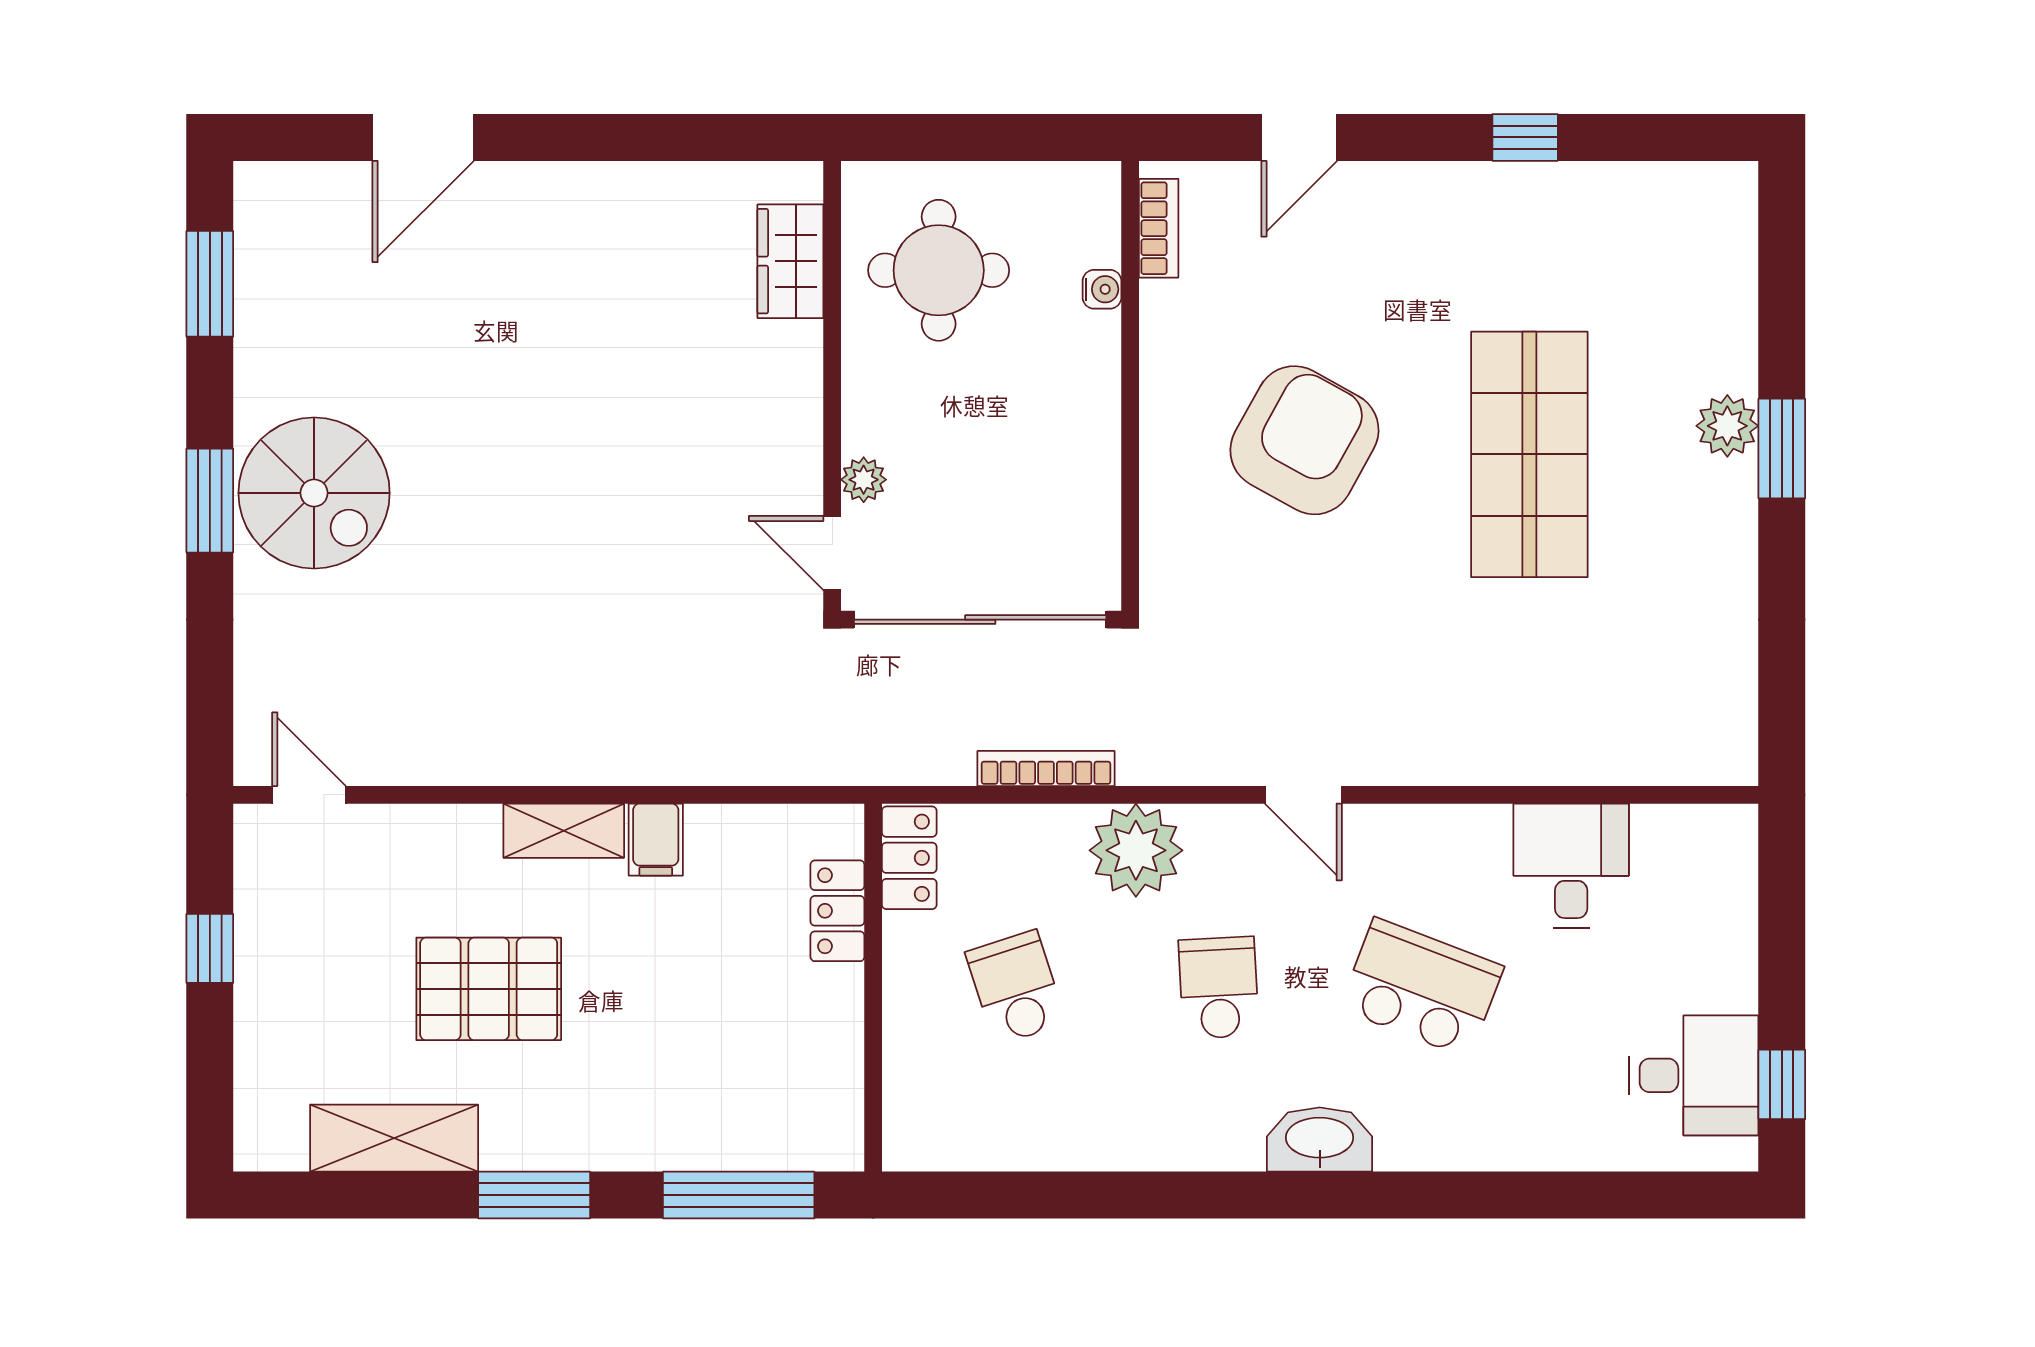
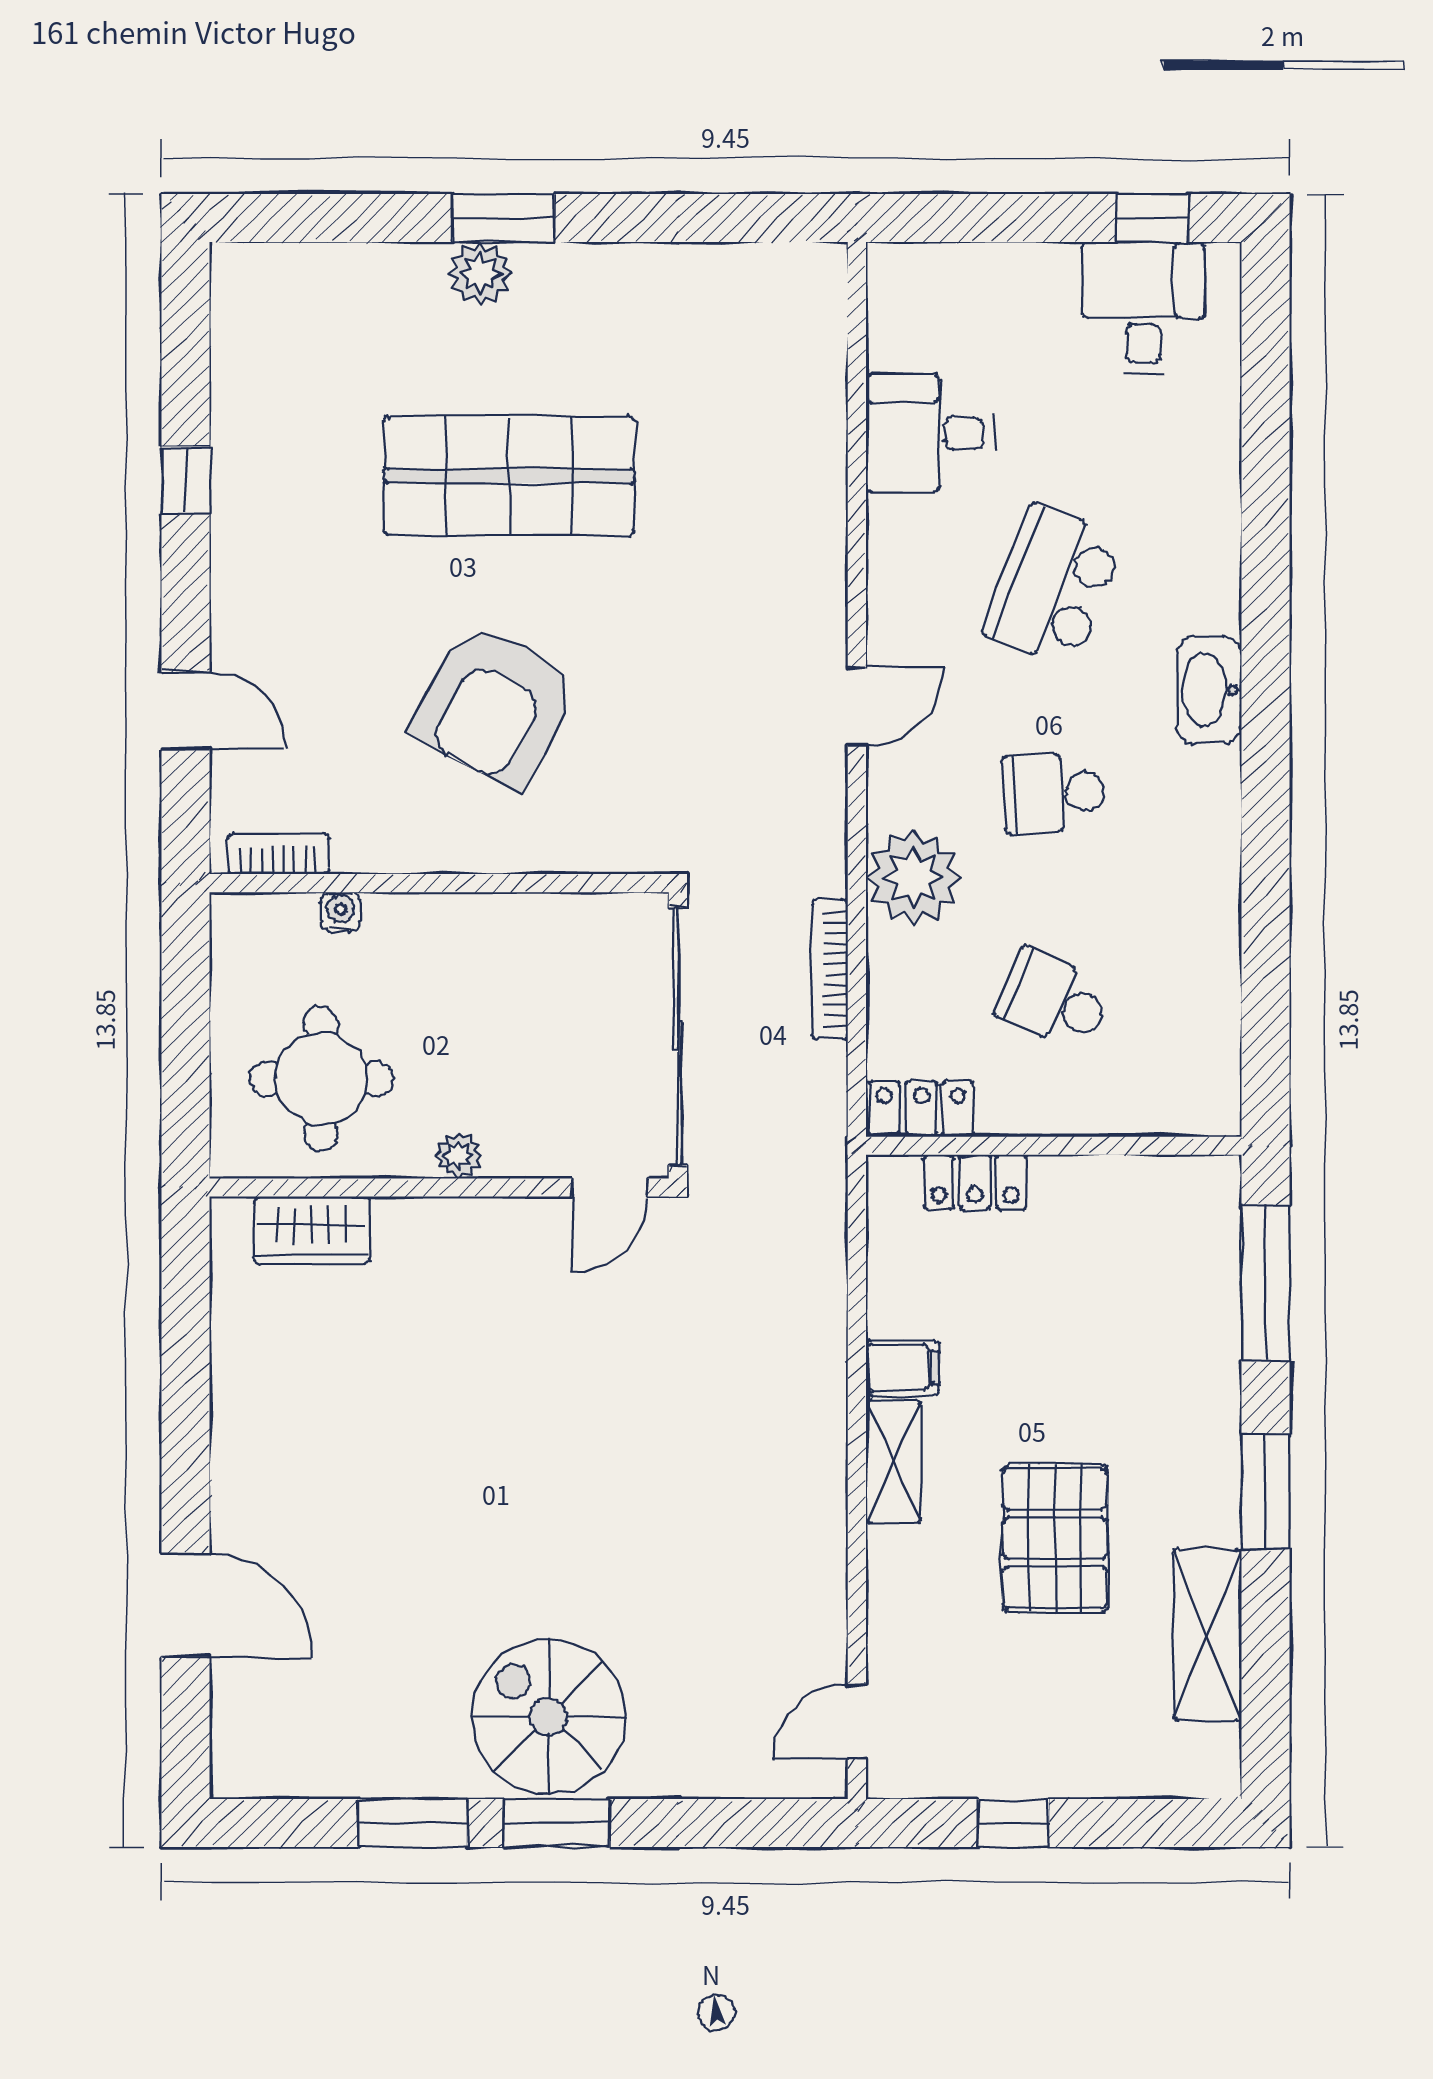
window: (210, 284) -> (413, 1823), moved
armchair: (1304, 440) -> (495, 705), turned -91
plant: (864, 480) -> (458, 1155), moved
spiral stairs: (314, 493) -> (549, 1717), turned -90
school desk: (1016, 988) -> (1054, 1000), turned 42

